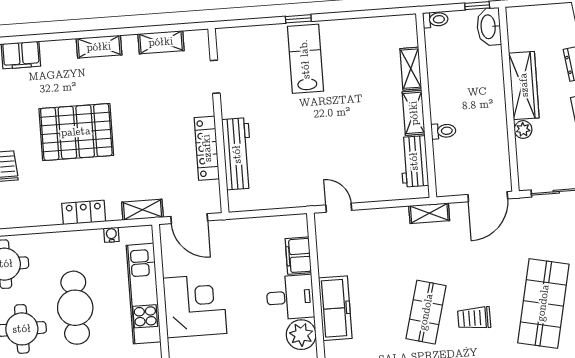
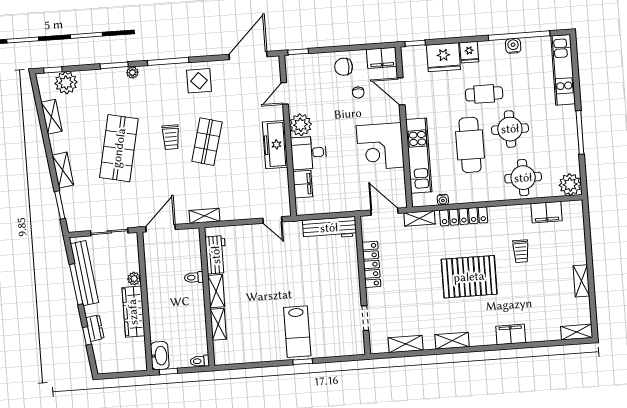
workbench: (237, 154) -> (329, 228), moved, turned -90
locker: (84, 212) -> (464, 216), width x1.53
trolley: (474, 318) -> (171, 137), turned 90

